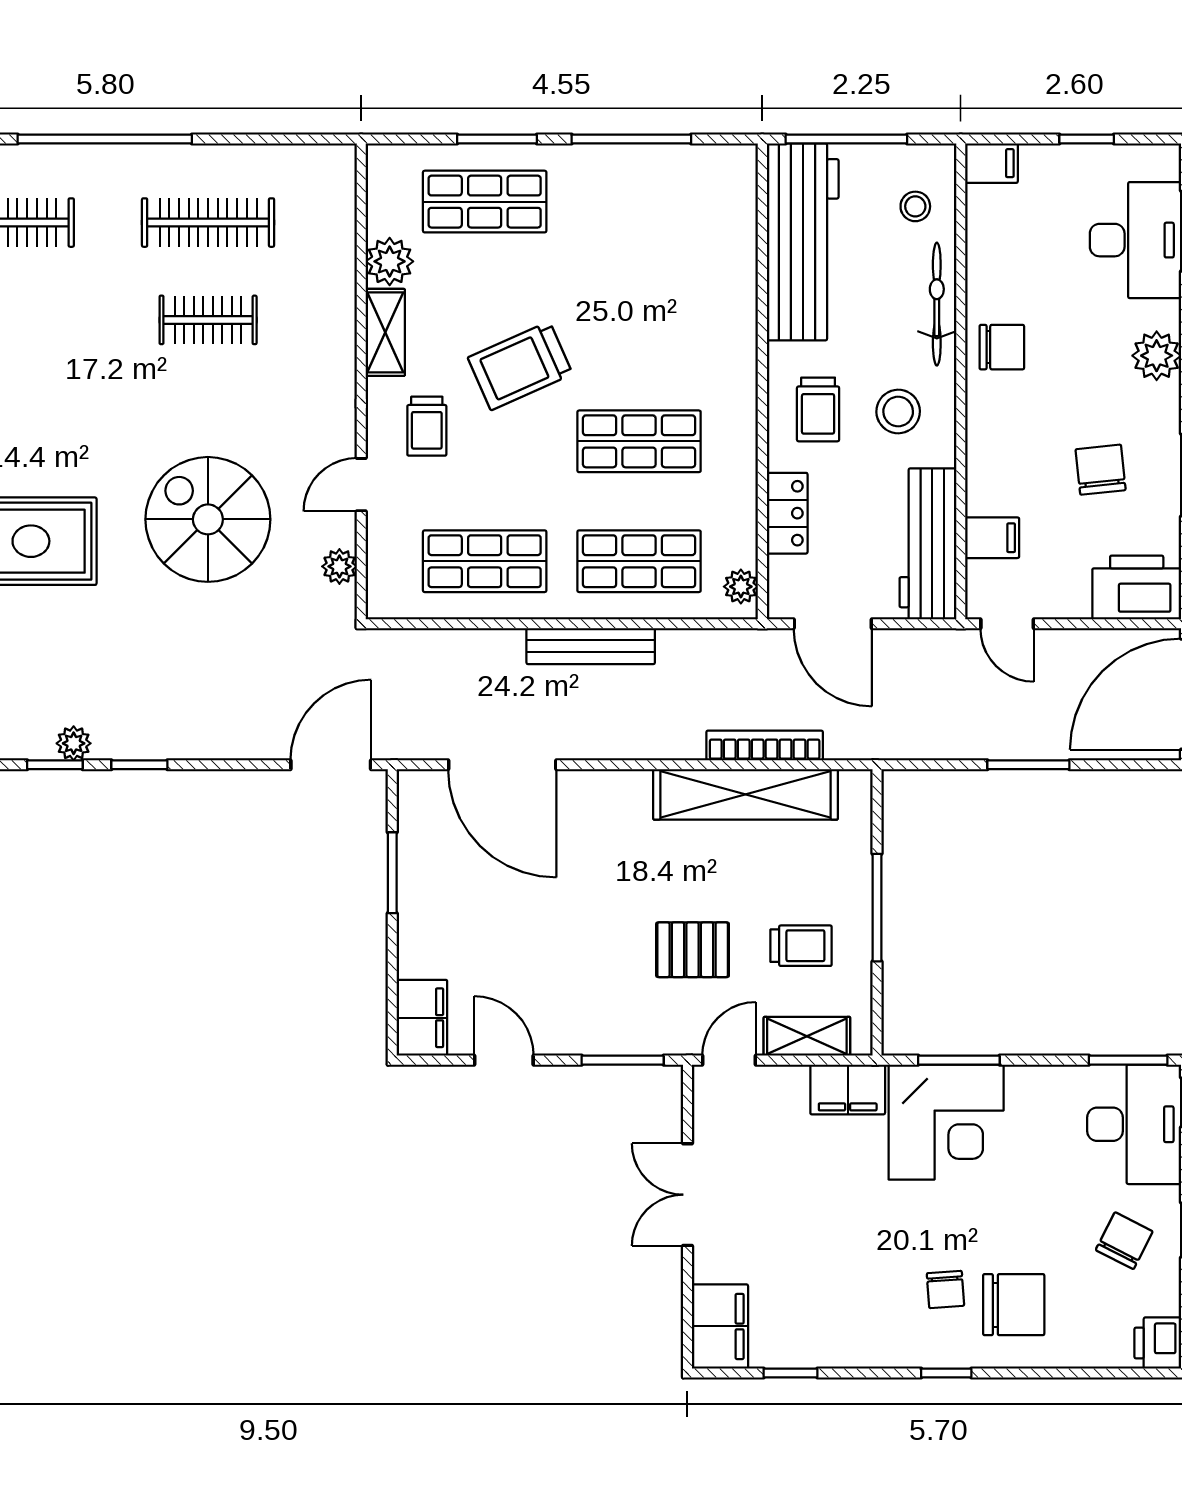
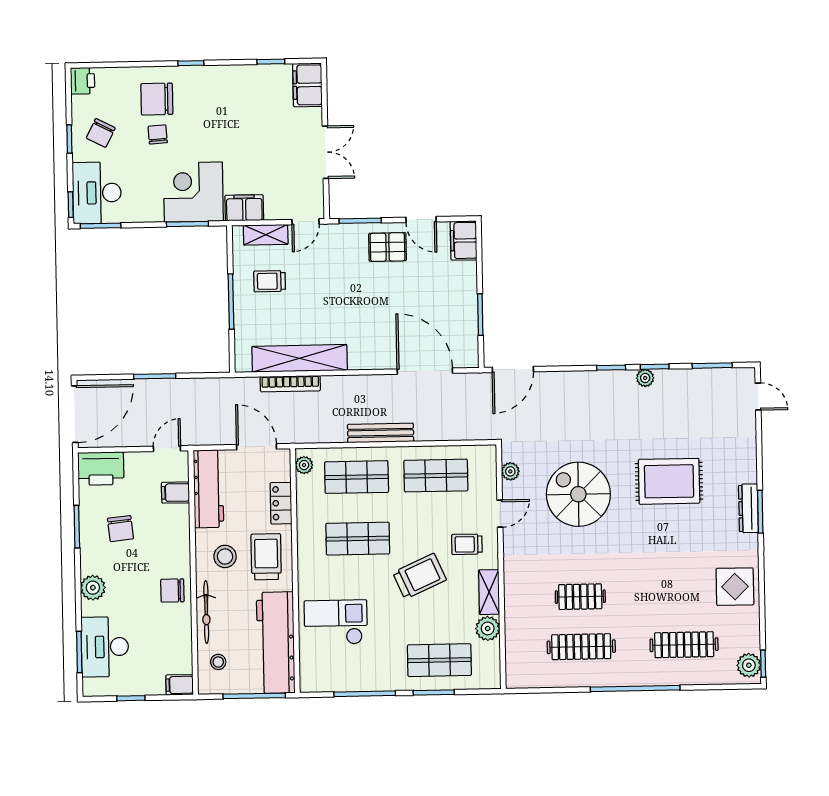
checkout: (685, 279) -> (336, 622), added
trolley: (818, 409) -> (266, 557), width x1.36, depth x1.39
trolley: (427, 426) -> (467, 544), turned -90
spiral stairs: (208, 519) -> (578, 494), turned 180
door: (1007, 624) -> (167, 449), hinge flipped
pallet: (693, 950) -> (387, 247), moved
chair: (945, 1289) -> (158, 134), moved

